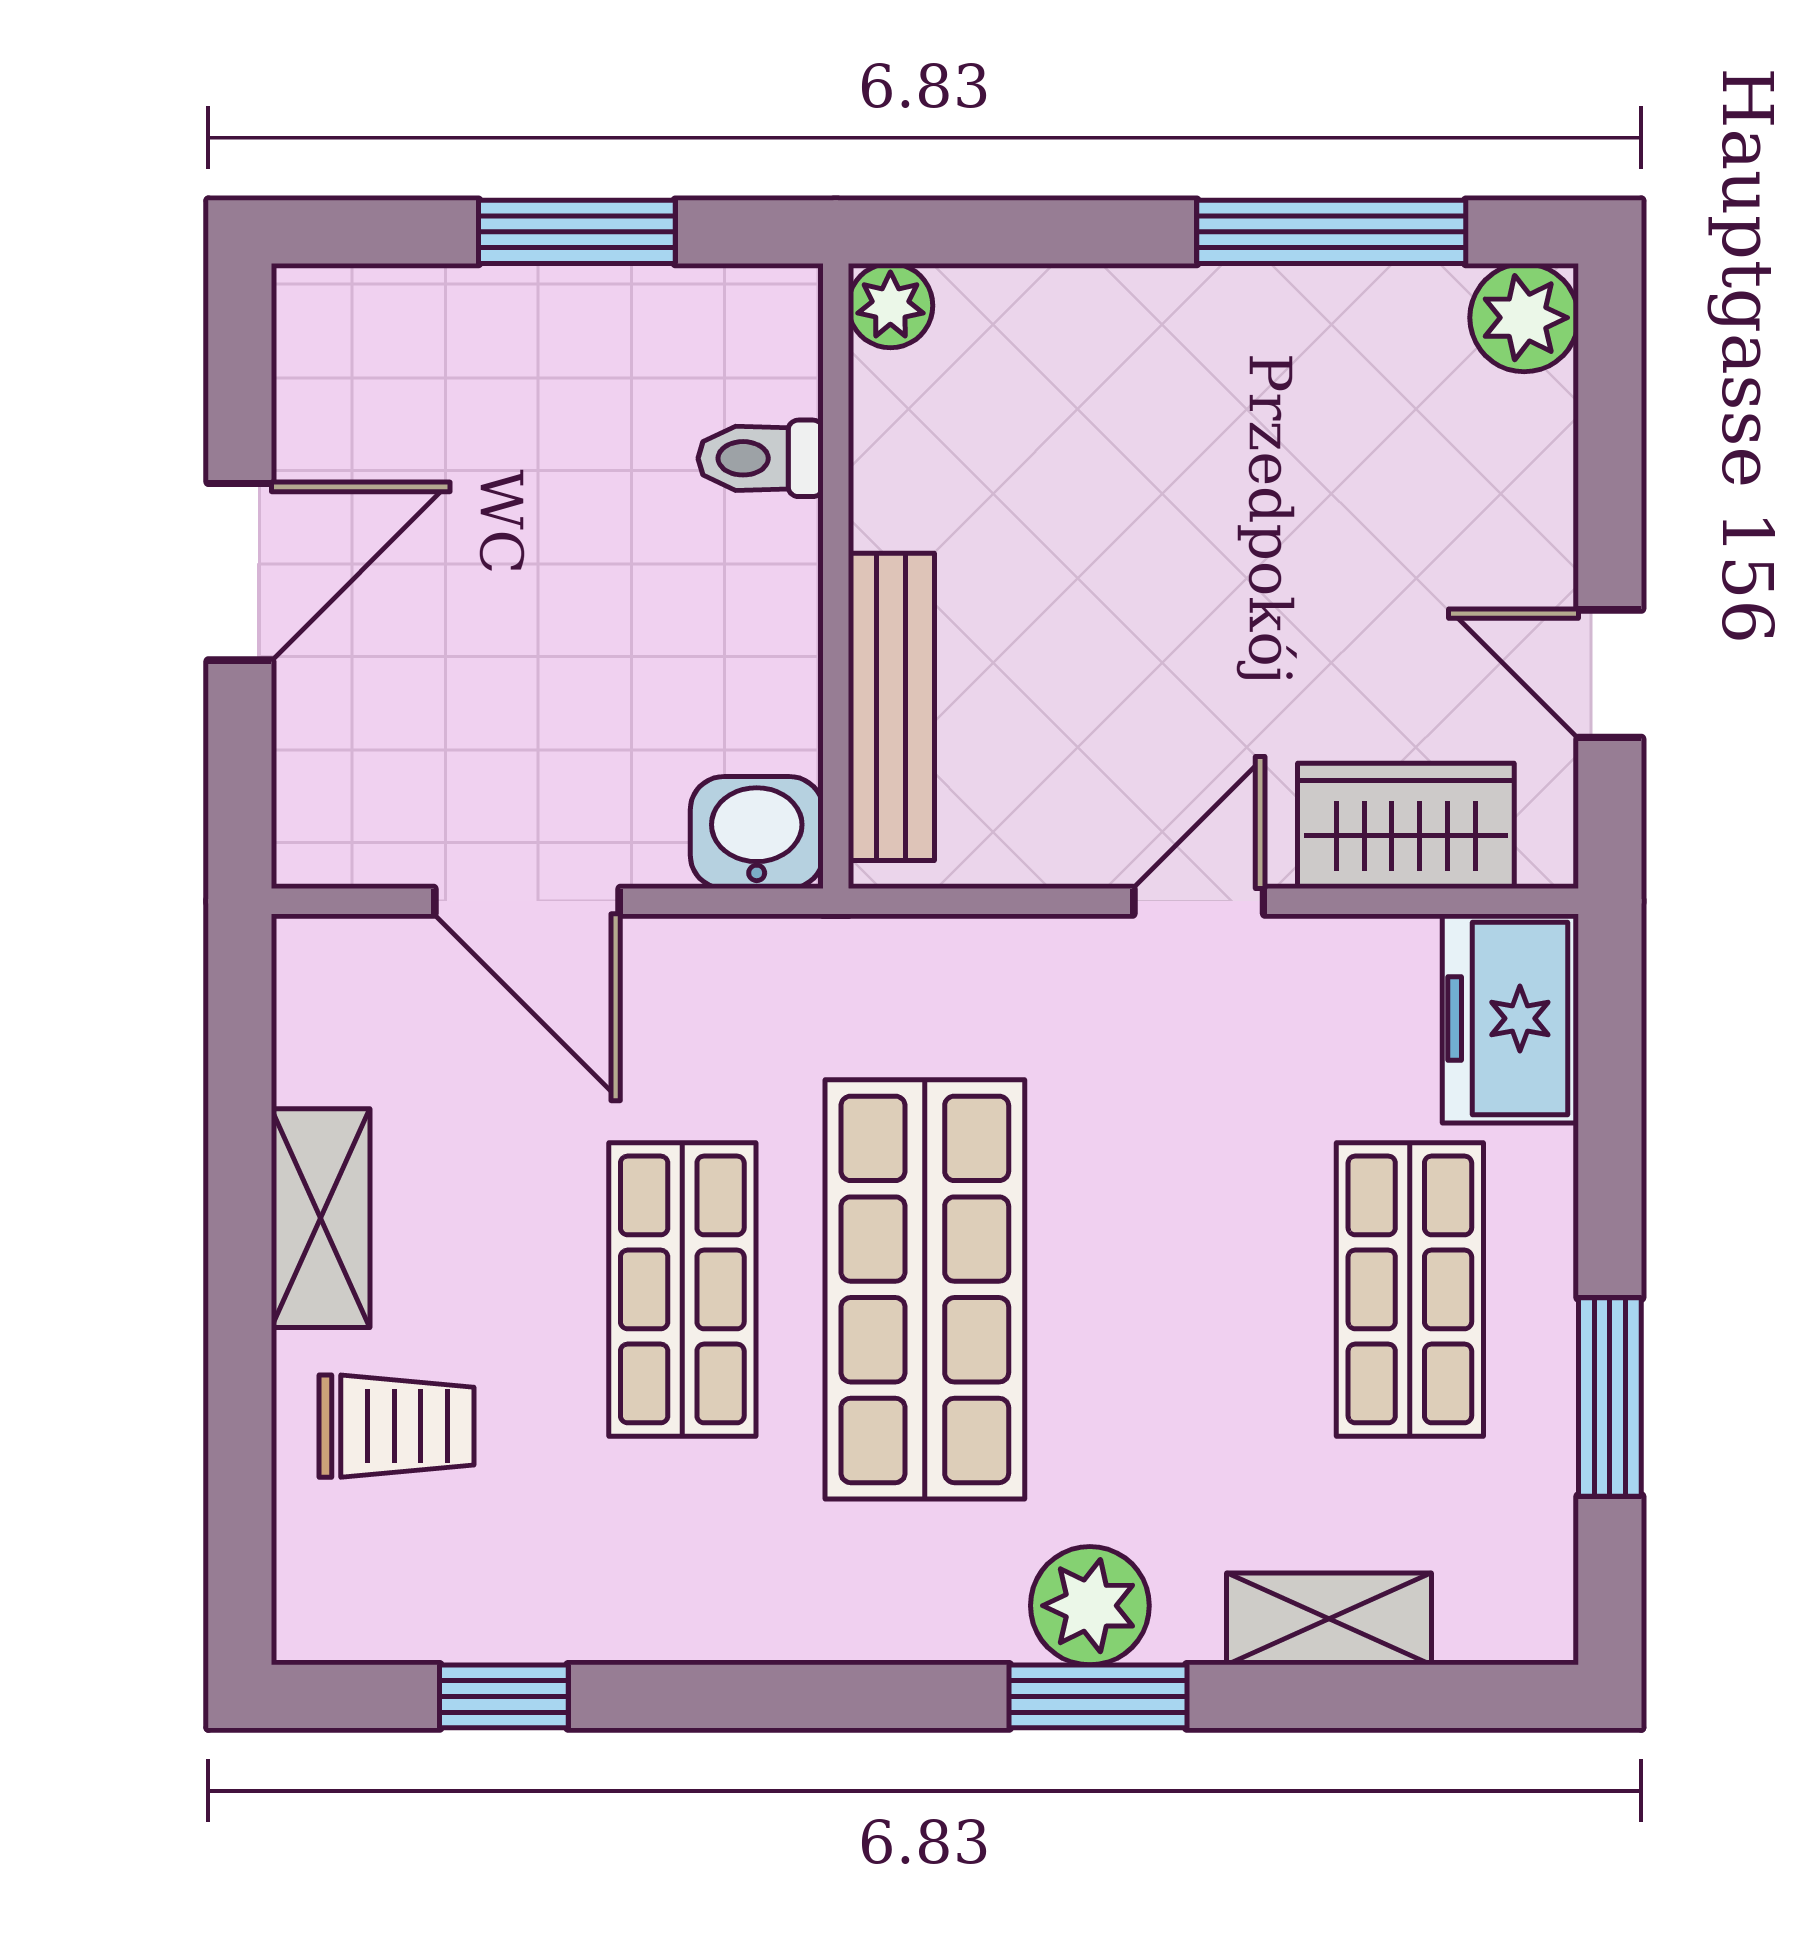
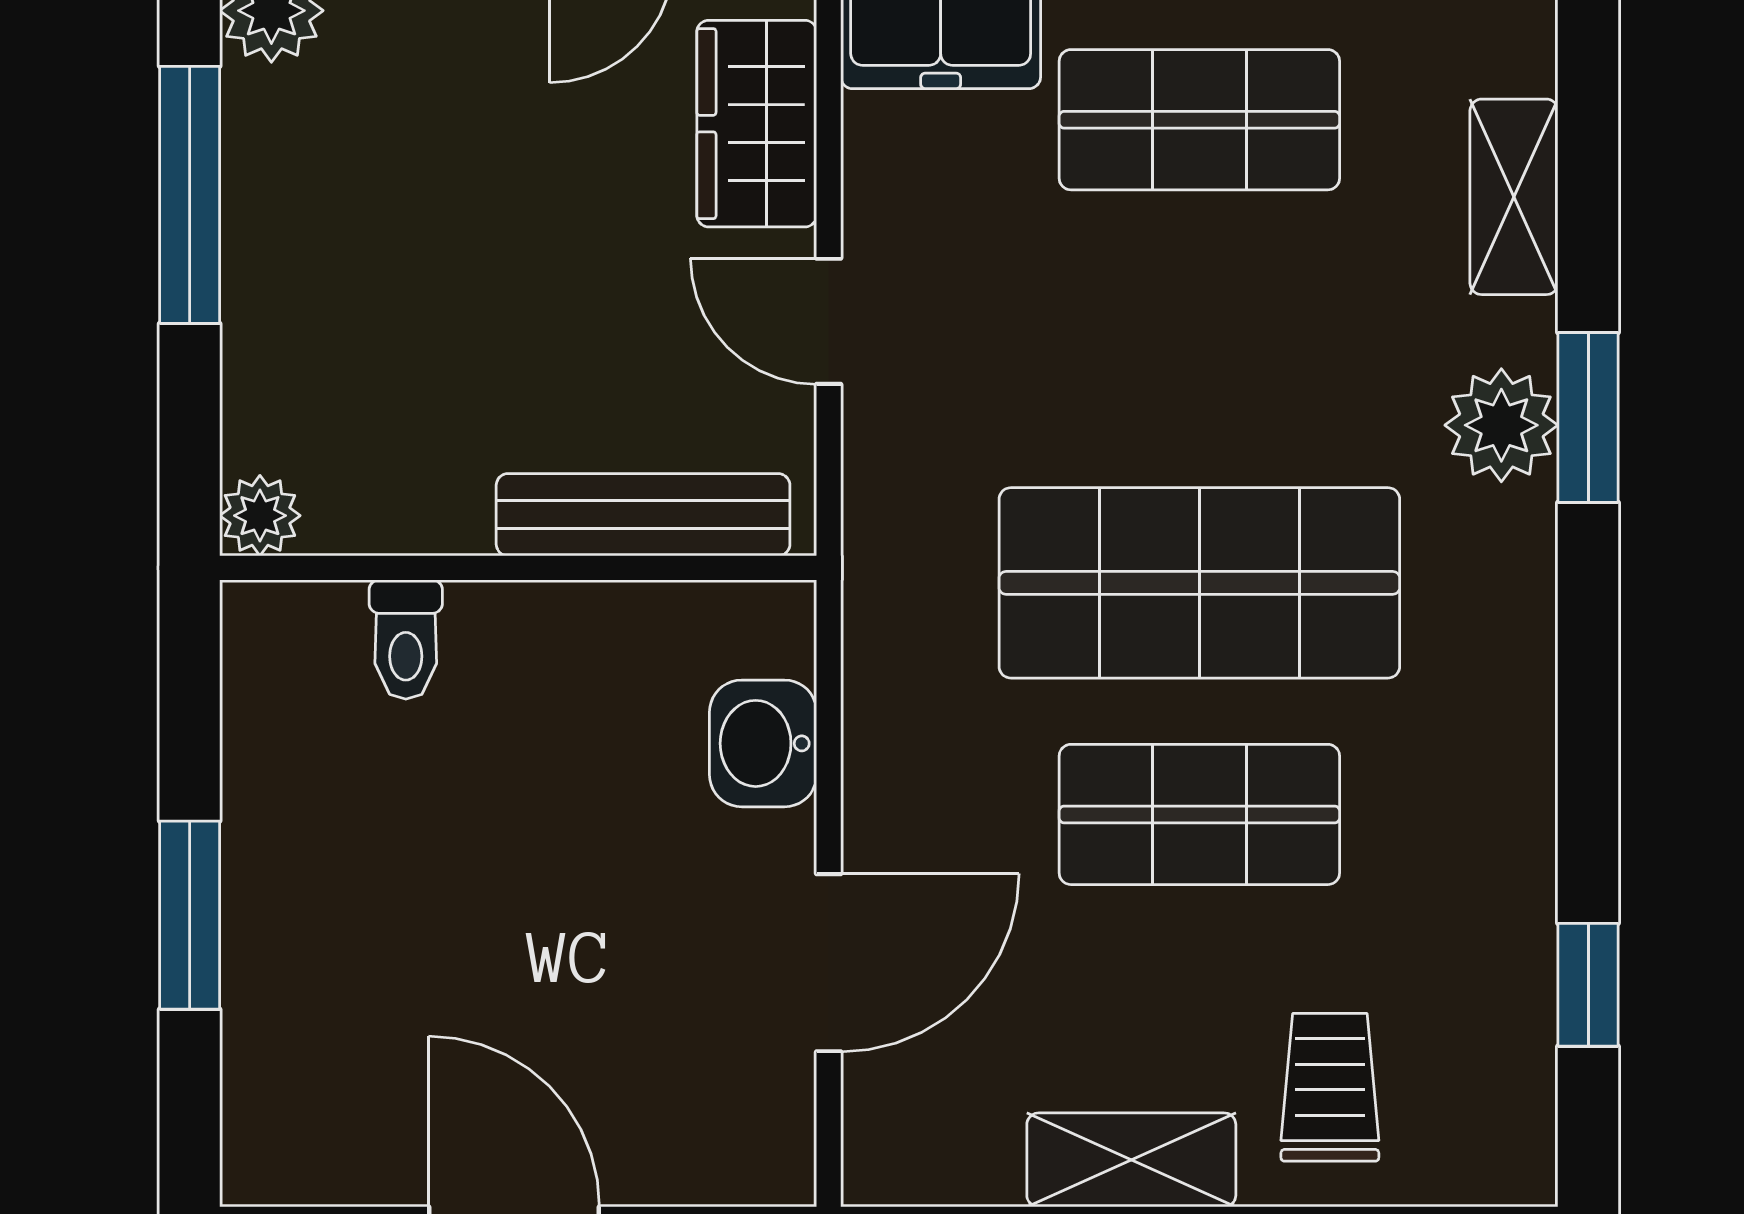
plant: (890, 306) -> (260, 516), moved
toilet: (761, 458) -> (406, 640), moved
wall: (836, 576) -> (518, 568), moved
bench: (891, 707) -> (643, 515), moved

